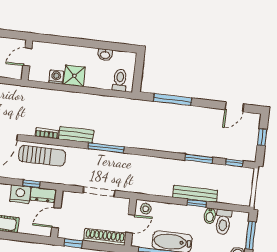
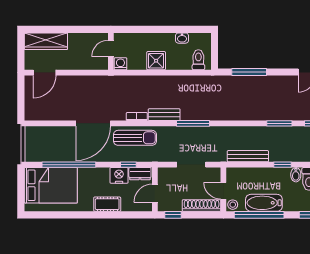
washing machine: (56, 77) -> (120, 64), moved
bench: (195, 194) -> (248, 156), moved
stool: (146, 209) -> (233, 205), moved
door: (130, 224) -> (223, 191), swing flipped

